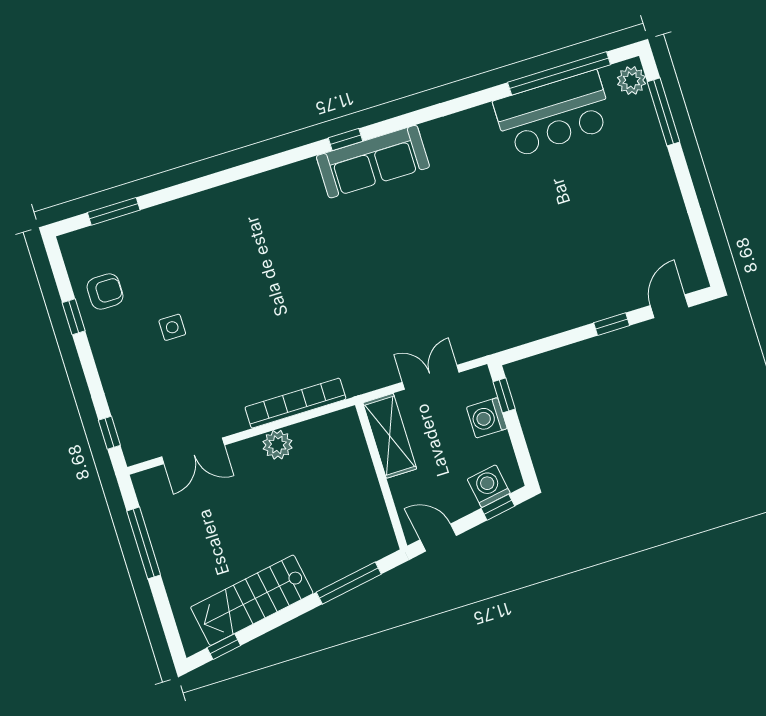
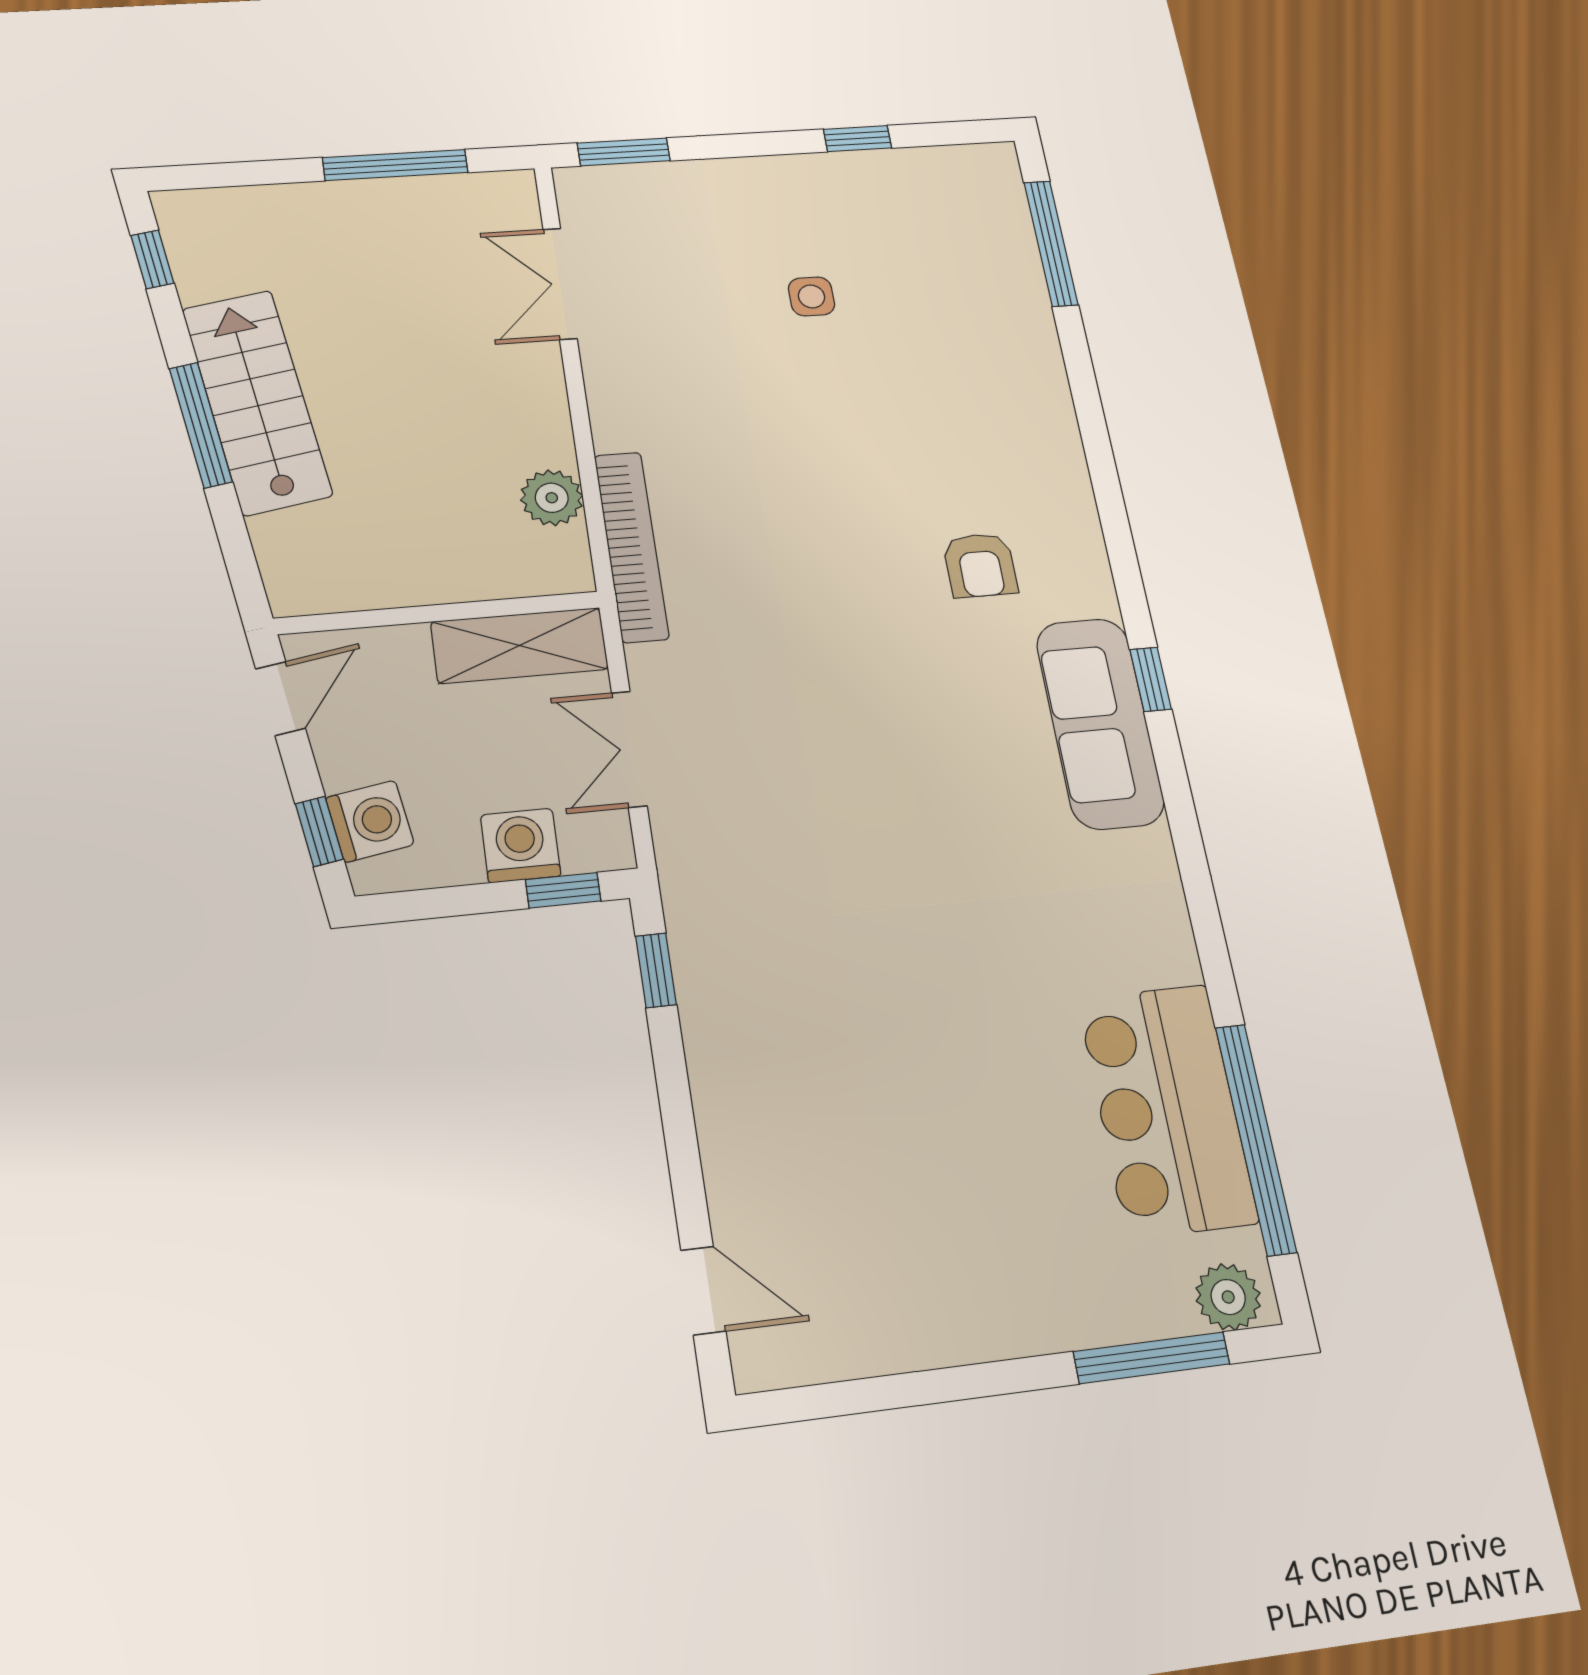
window: (114, 211) -> (1051, 243), width x1.44
armchair: (105, 292) -> (980, 565), moved
window: (612, 324) -> (656, 970), moved
double door: (431, 377) -> (629, 749), swing flipped
bookcase: (295, 403) -> (631, 546), moved
window: (109, 433) -> (624, 152), width x1.50
plant: (277, 445) -> (552, 498), moved
window: (349, 583) -> (201, 425), moved
stairs: (252, 600) -> (257, 402), moved

